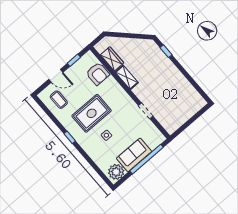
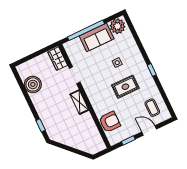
wardrobe: (112, 59) -> (58, 59), moved
armchair: (98, 74) -> (110, 122), turned 90
shelving: (127, 77) -> (79, 102), moved
boiler: (185, 90) -> (33, 84), added
rug: (92, 113) -> (125, 87), width x0.73, depth x0.70

